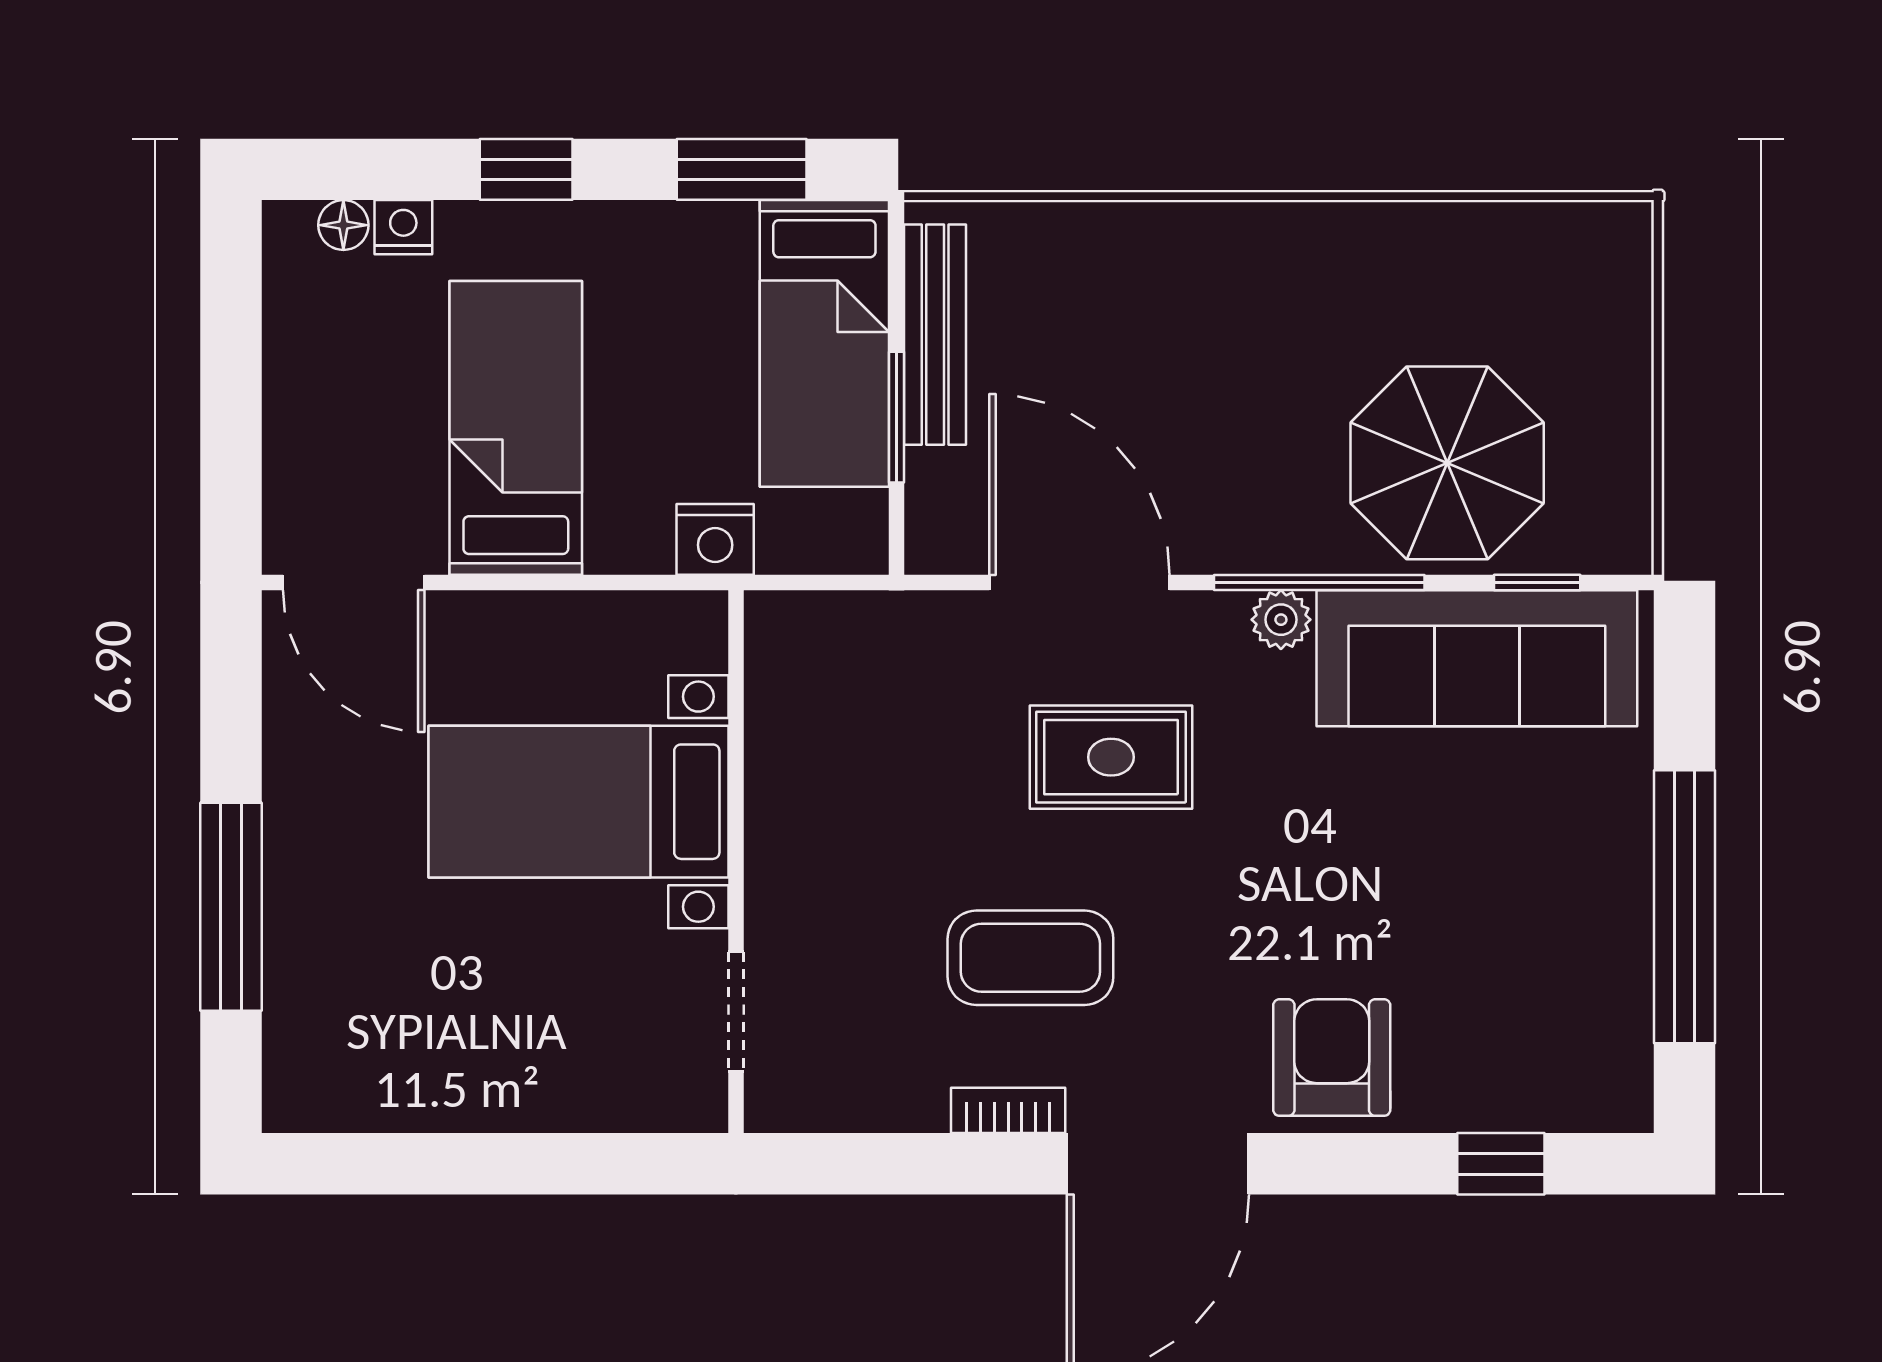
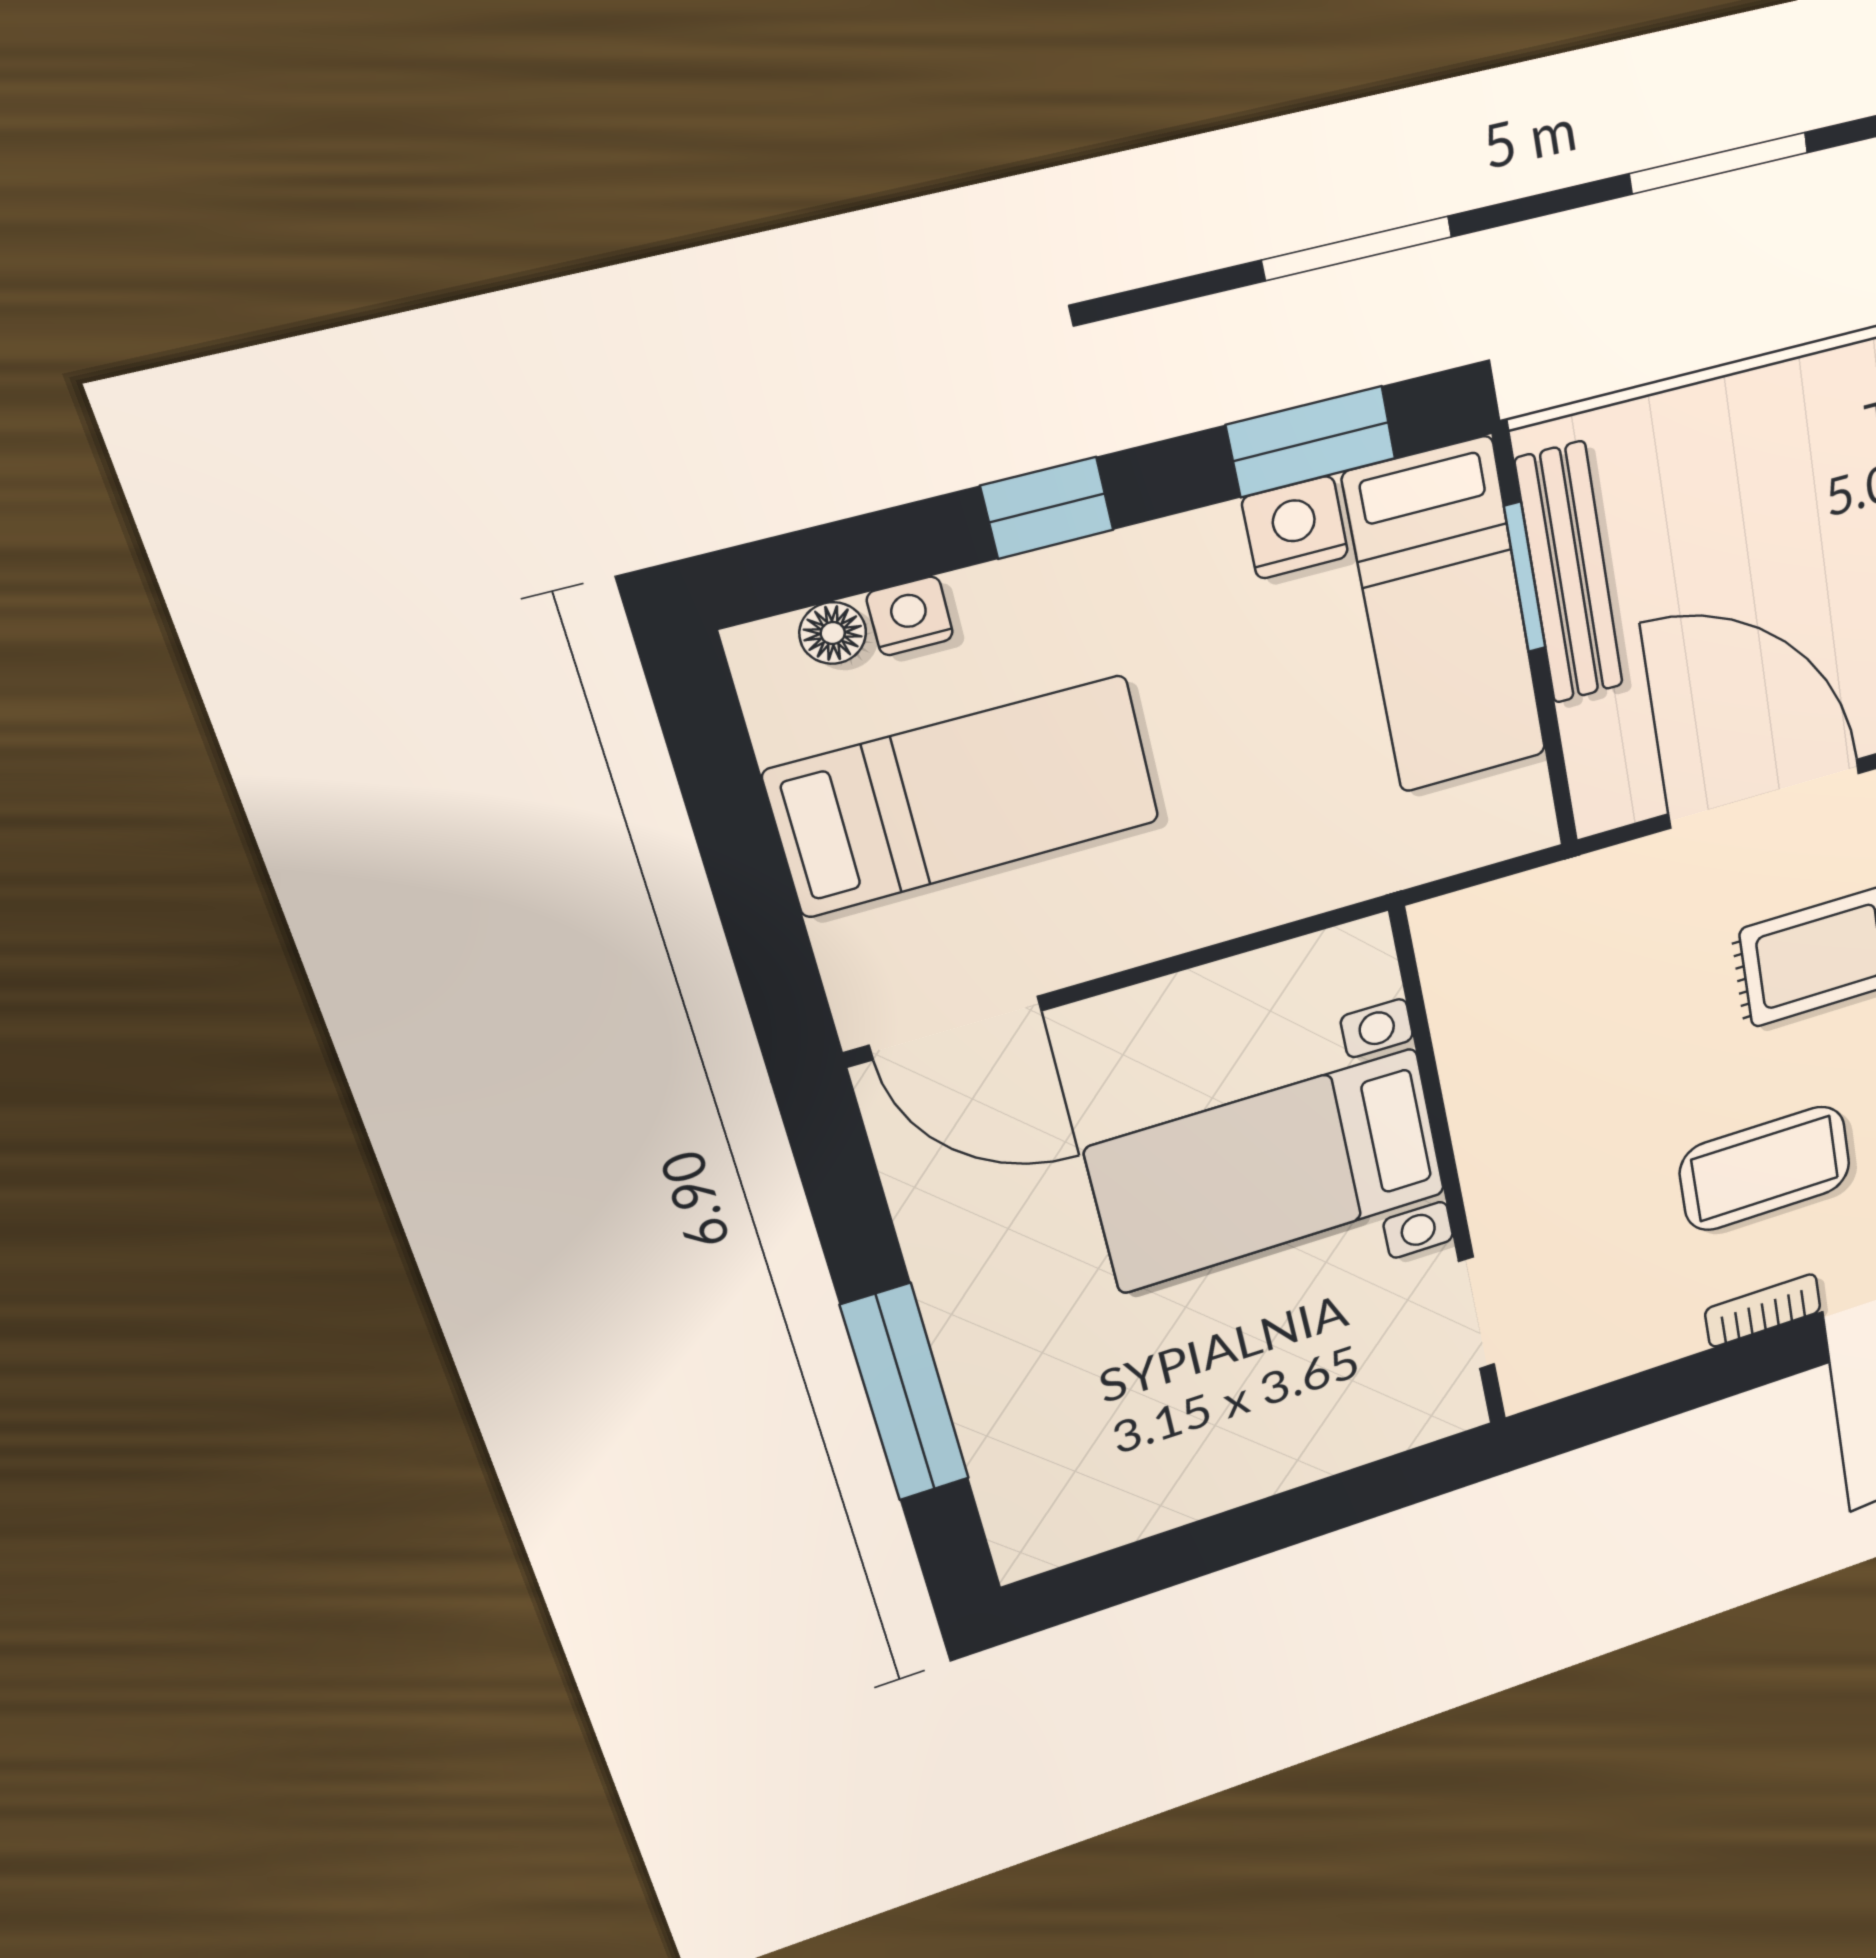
window: (897, 417) -> (1525, 577), moved
bed: (516, 428) -> (965, 796), moved, turned 90
nightstand: (715, 539) -> (1295, 527), moved, turned 180

